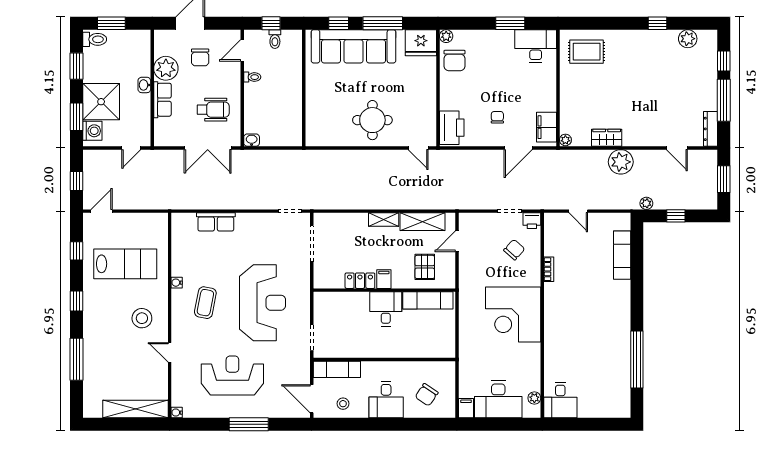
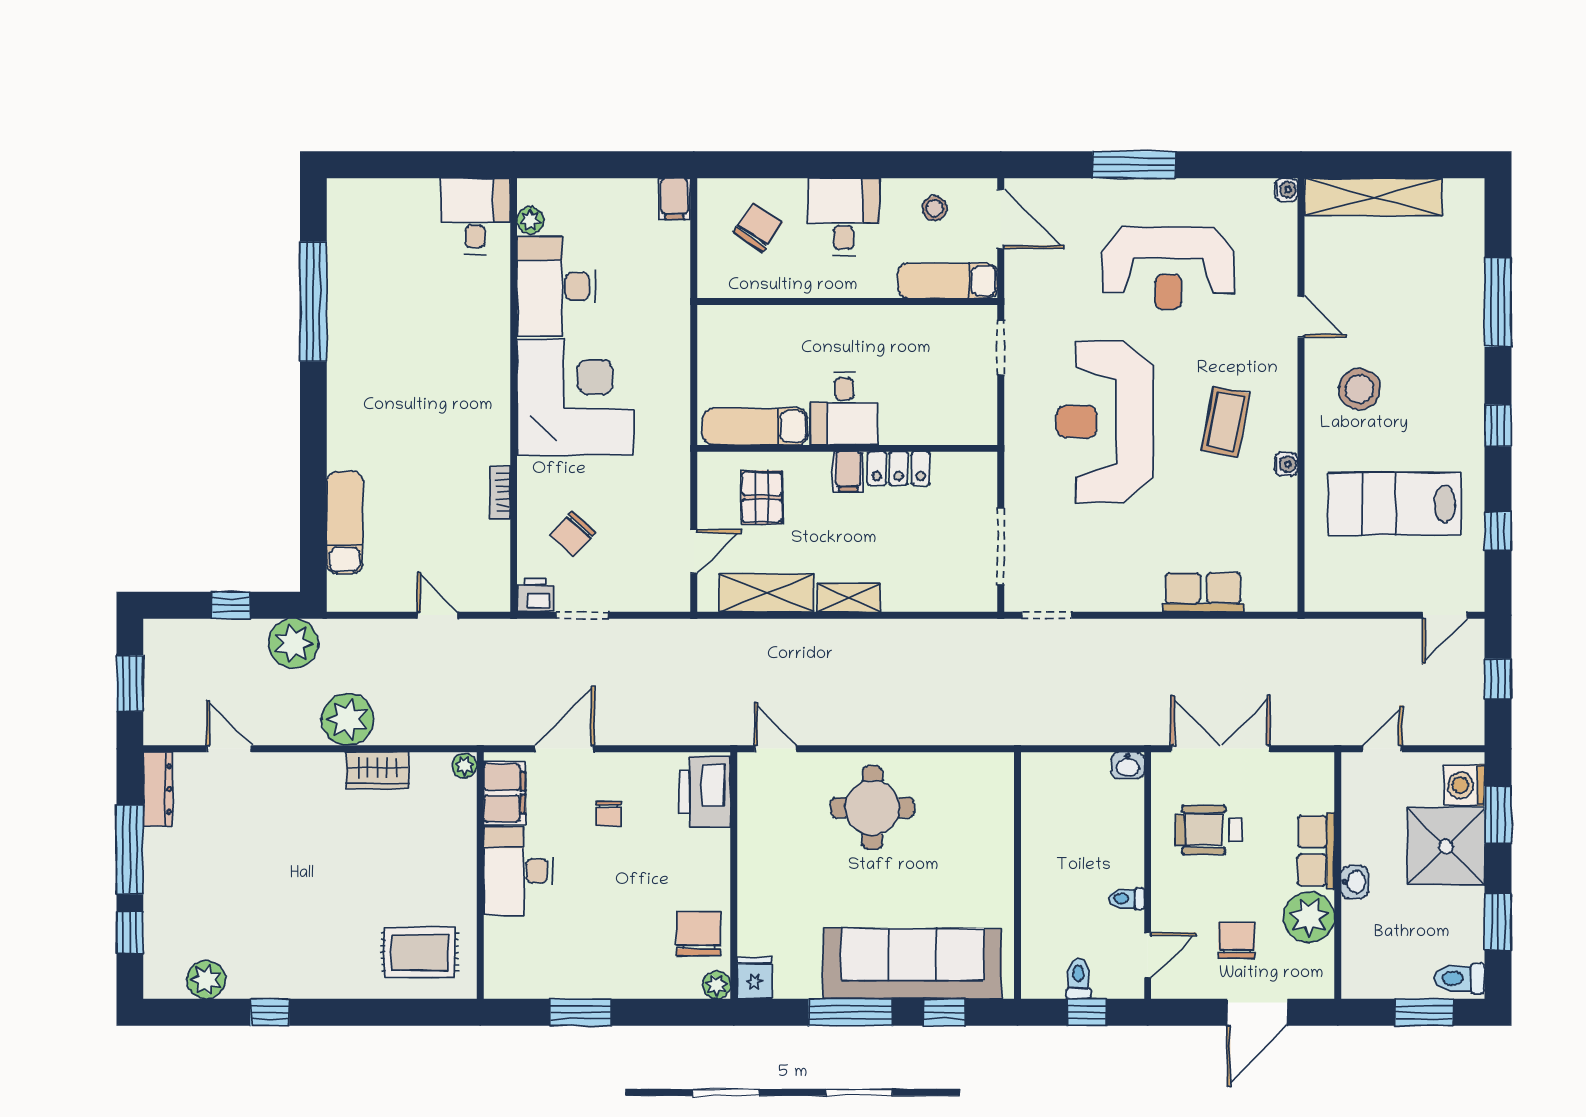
fridge: (421, 43) -> (755, 978), width x0.53, depth x0.75
desk: (536, 46) -> (518, 871), moved, turned 90
plant: (646, 203) -> (293, 643), width x1.88, depth x1.88
desk: (498, 399) -> (556, 286), moved, turned -90

